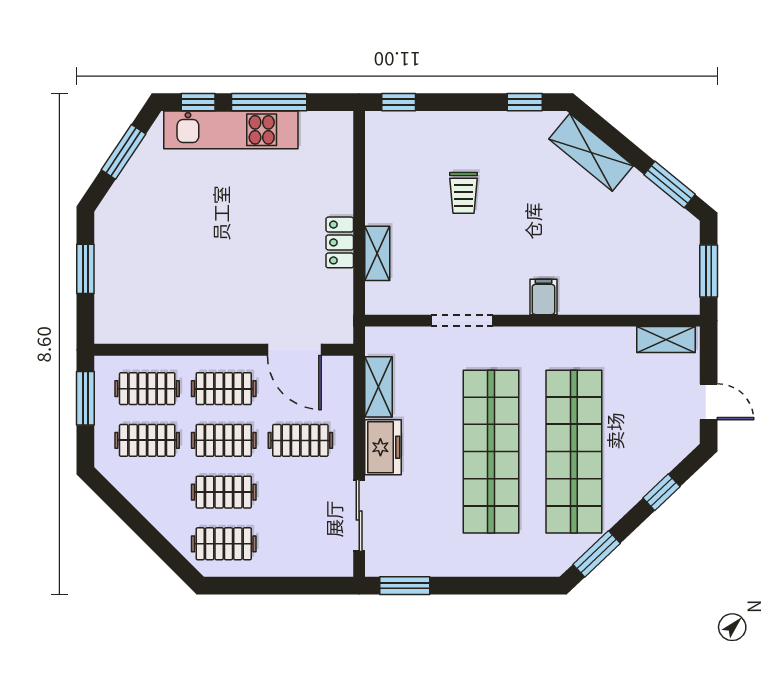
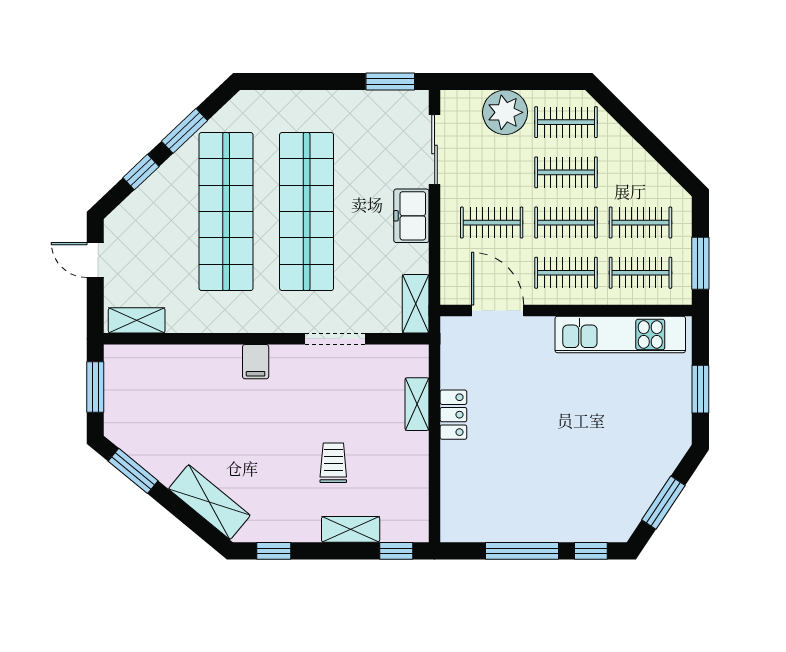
shelving: (446, 124) -> (351, 529), added
kitchen unit: (231, 130) -> (620, 335), moved, turned 180
shelving: (379, 387) -> (416, 304), moved
plant: (287, 554) -> (505, 112), added
window: (597, 554) -> (184, 131), moved

